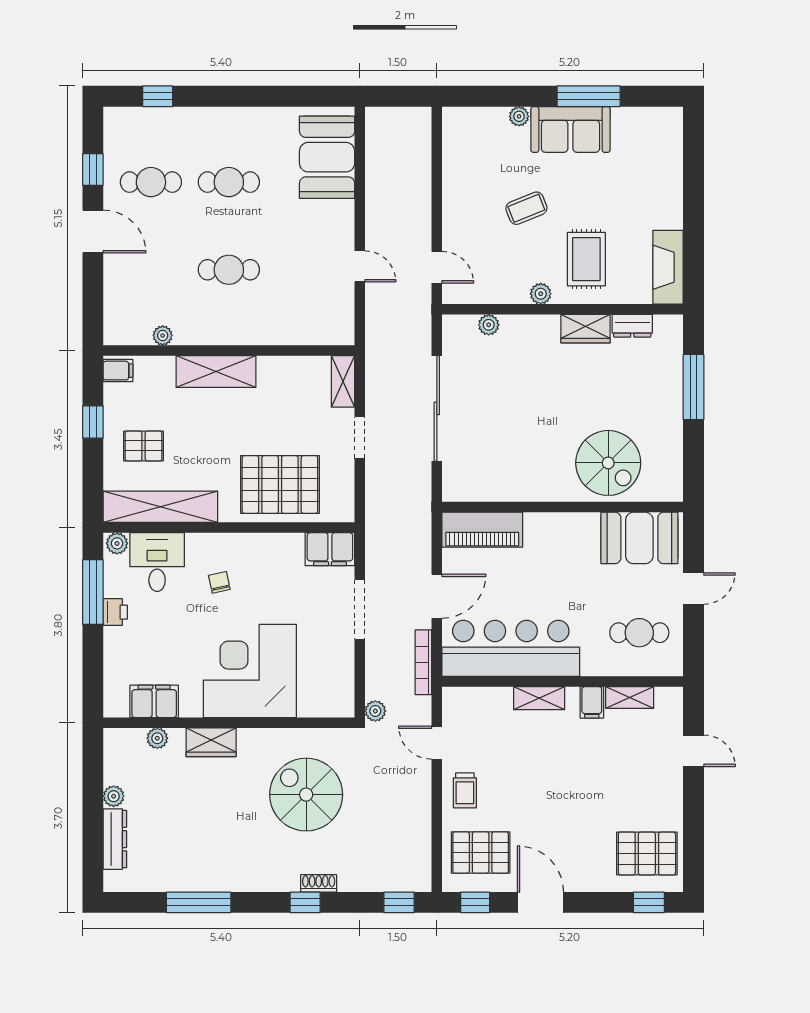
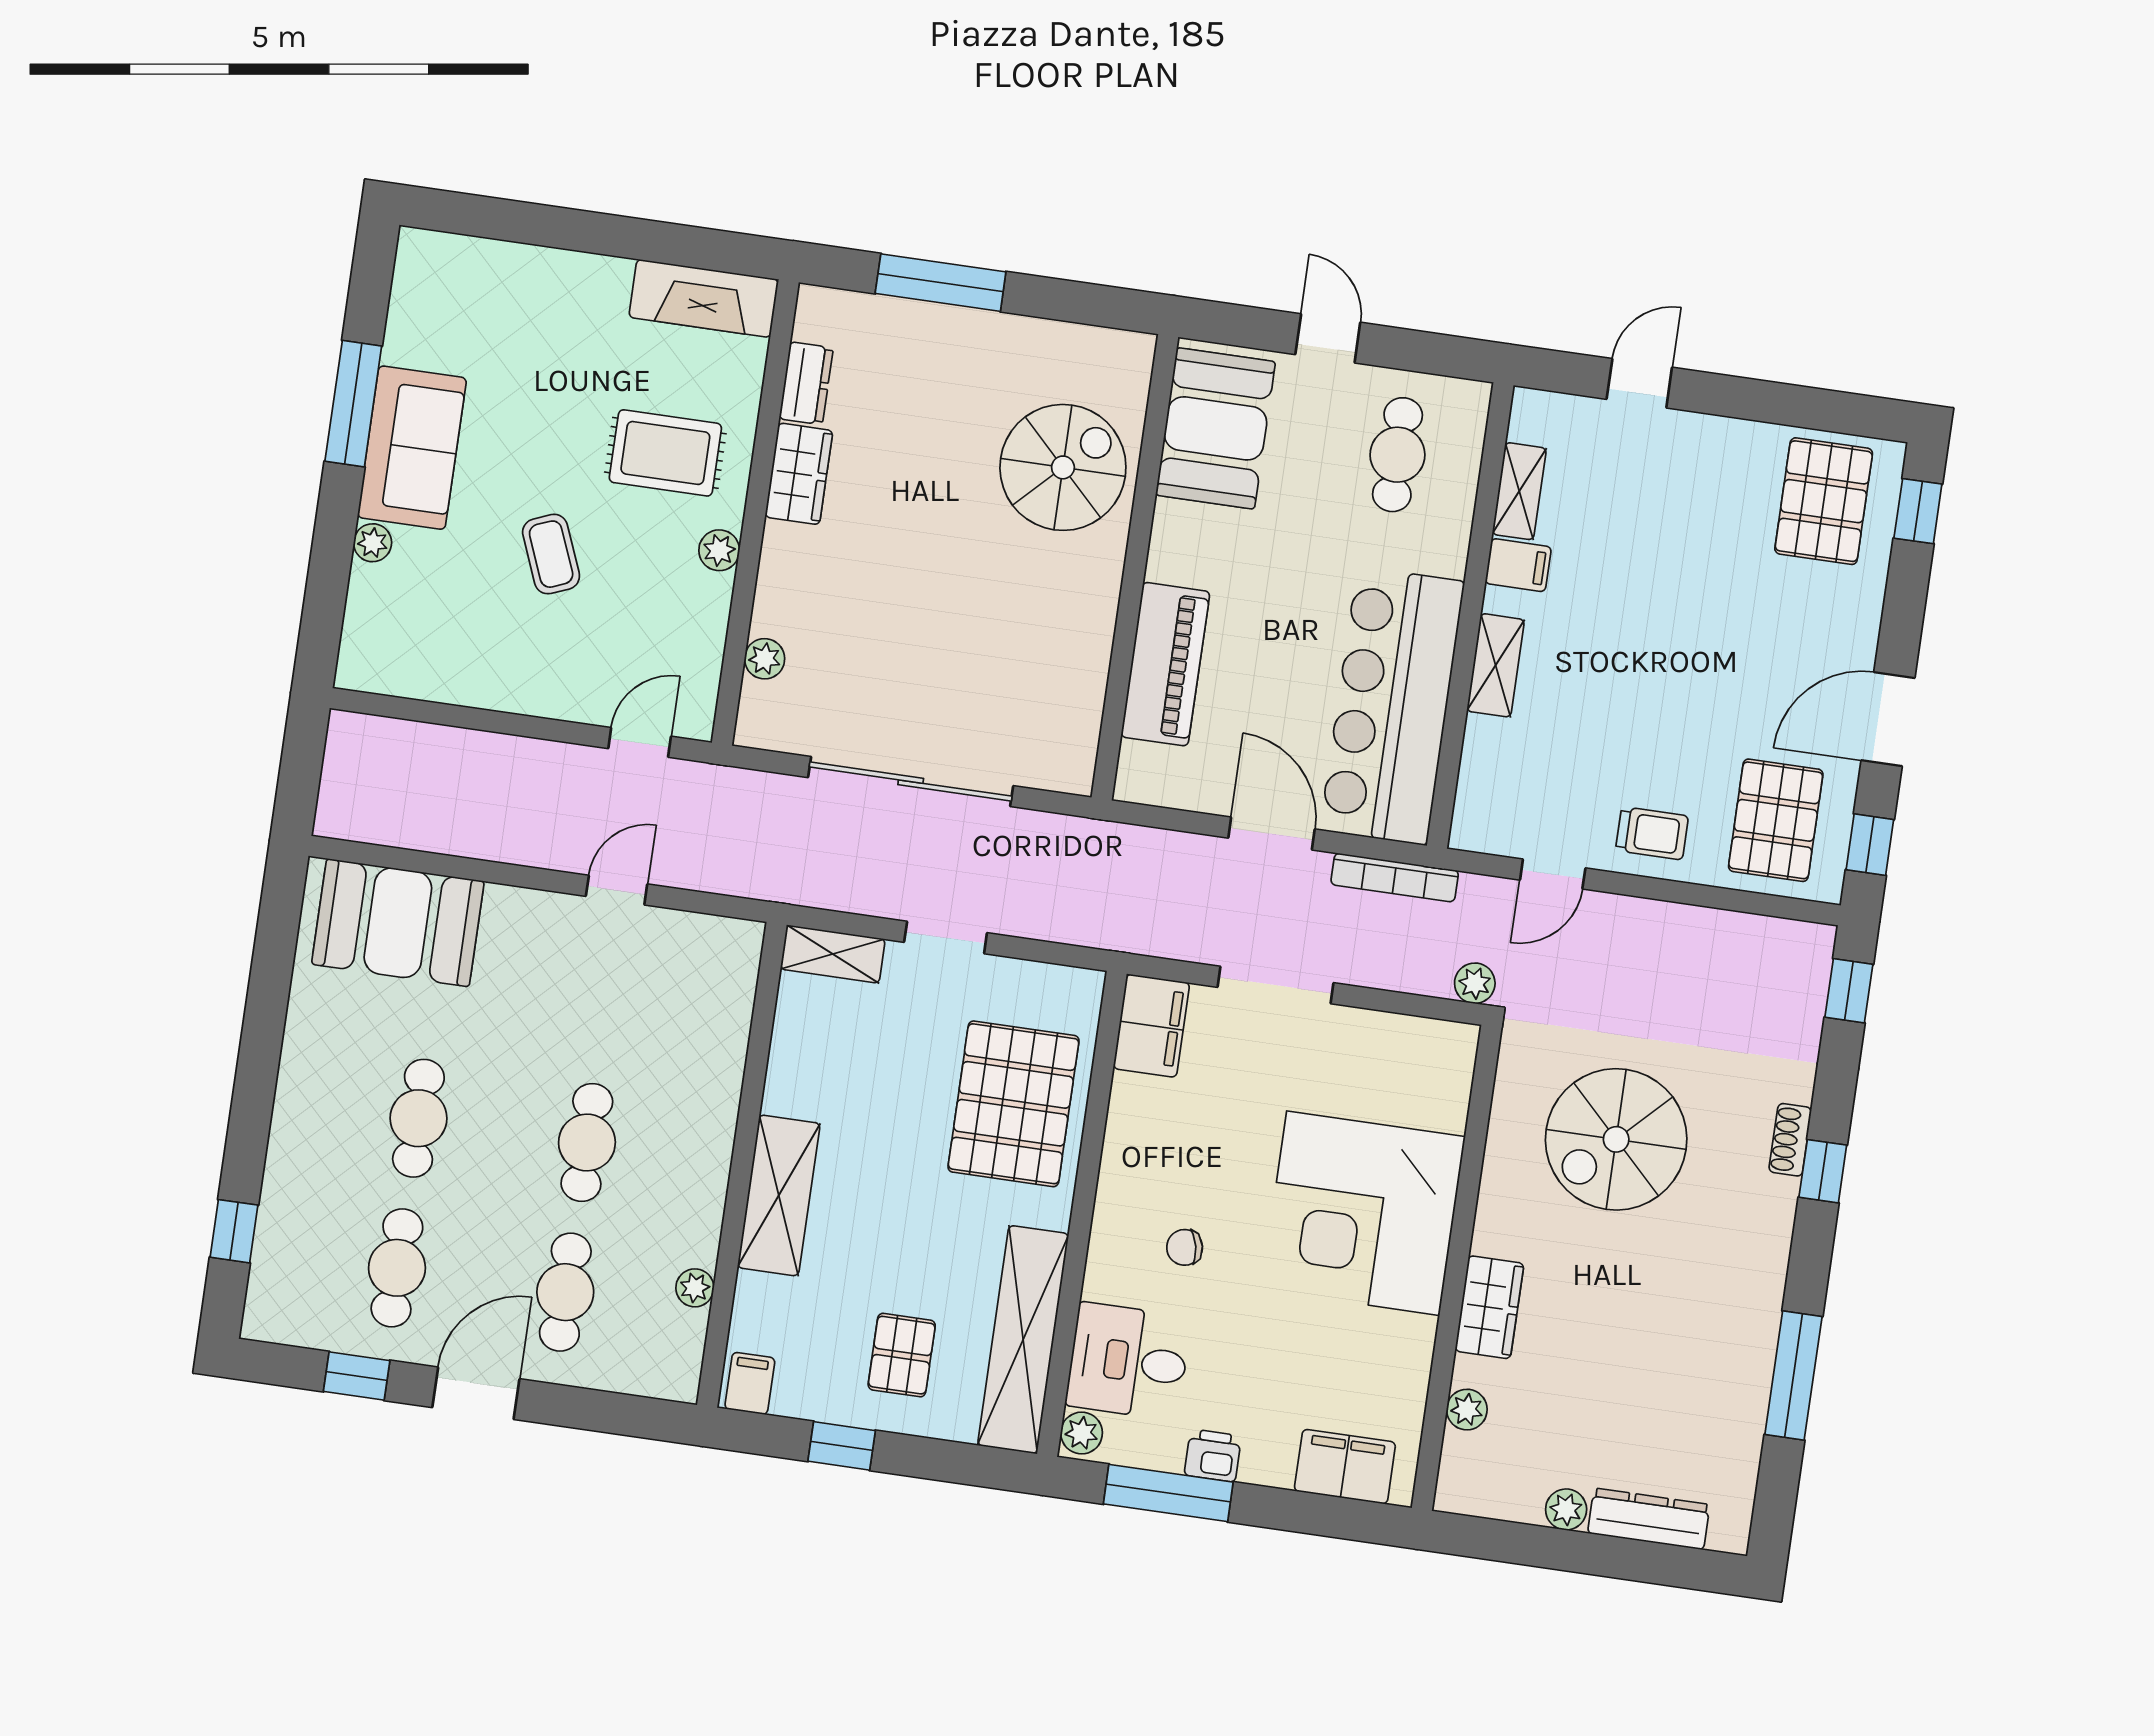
cafe table: (151, 270) -> (565, 1292), added
piano: (482, 530) -> (1165, 664), moved
filing cabinet: (154, 701) -> (1345, 1467), moved, turned 90

